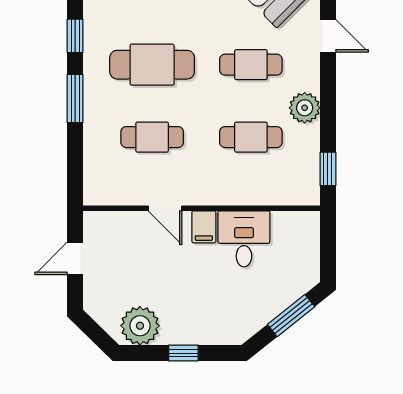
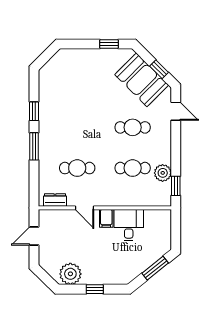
cafe table: (152, 65) -> (77, 127), removed
plant: (305, 108) -> (163, 173), moved
dresser: (113, 194) -> (55, 200), added

